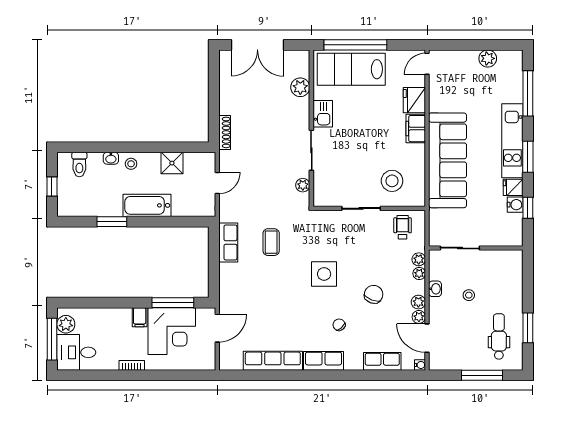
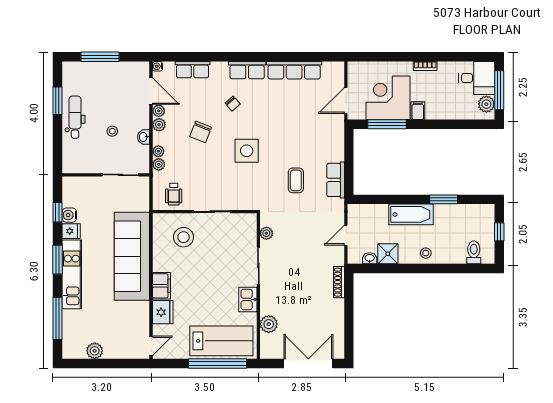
washbasin: (111, 158) -> (370, 258), moved
dental chair: (499, 336) -> (75, 117), moved, turned 180

